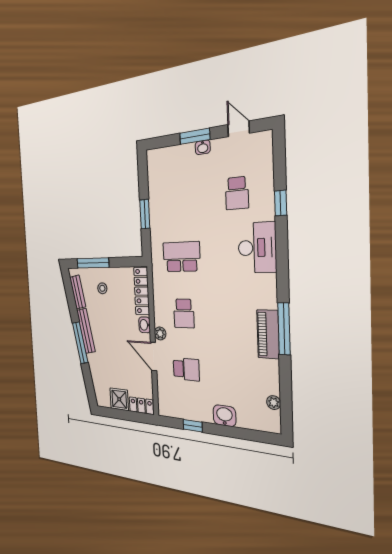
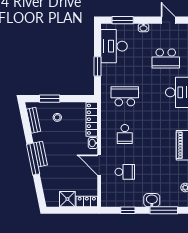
window: (195, 136) -> (123, 20), moved
desk: (164, 182) -> (114, 46), added
school desk: (237, 193) -> (166, 58), width x1.85
window: (93, 263) -> (50, 99), width x0.69
bench: (86, 331) -> (40, 154), width x0.73
plant: (160, 333) -> (105, 148), removed
window: (242, 434) -> (164, 210), added

